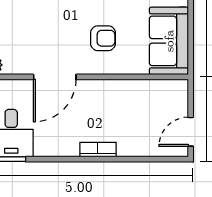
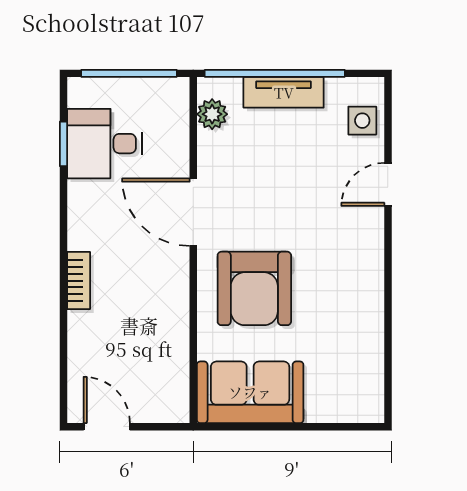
armchair: (103, 38) -> (254, 288), width x1.88, depth x1.88

